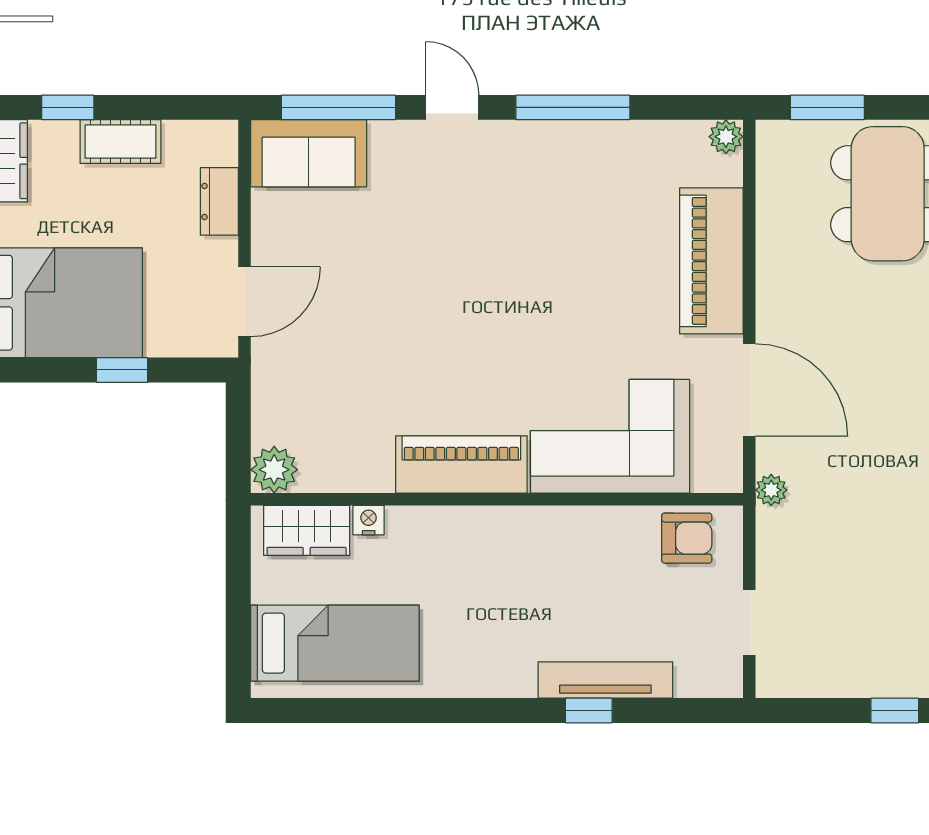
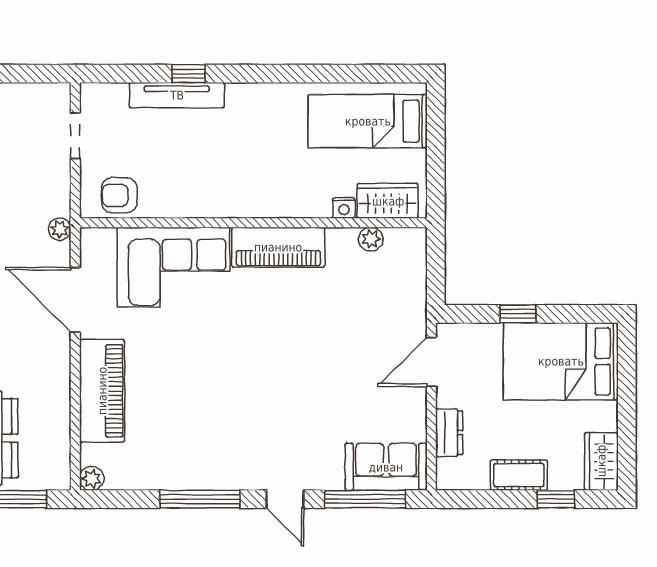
plant: (274, 470) -> (371, 239), moved, width x0.73, depth x0.73

